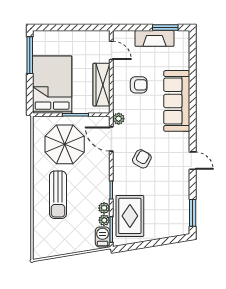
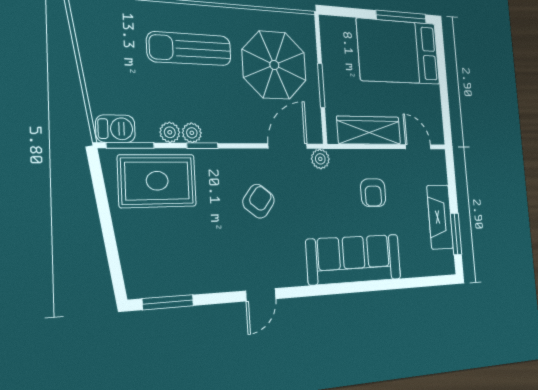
door: (111, 50) -> (418, 147), swing flipped
bed: (52, 85) -> (398, 52), moved, turned 180
armchair: (142, 159) -> (259, 201), turned -81
plant: (104, 220) -> (192, 133), moved

